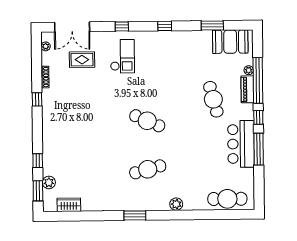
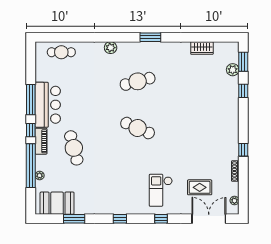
piano: (247, 89) -> (41, 141), moved
cafe table: (227, 199) -> (61, 52), width x0.73, depth x0.74
wardrobe: (69, 205) -> (202, 48), moved

